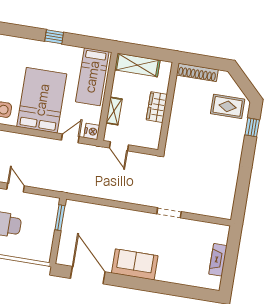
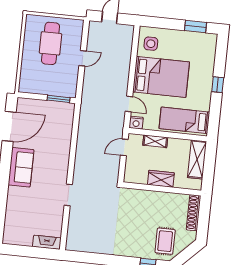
fireplace: (218, 260) -> (47, 242), moved

